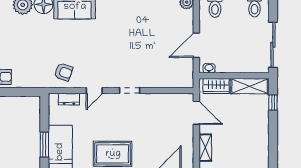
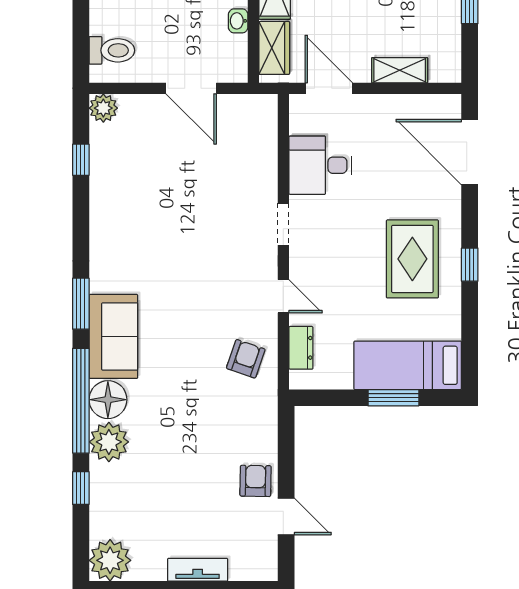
washbasin: (209, 68) -> (238, 21), moved
desk: (159, 109) -> (320, 165), added
door: (196, 113) -> (329, 88), hinge flipped

